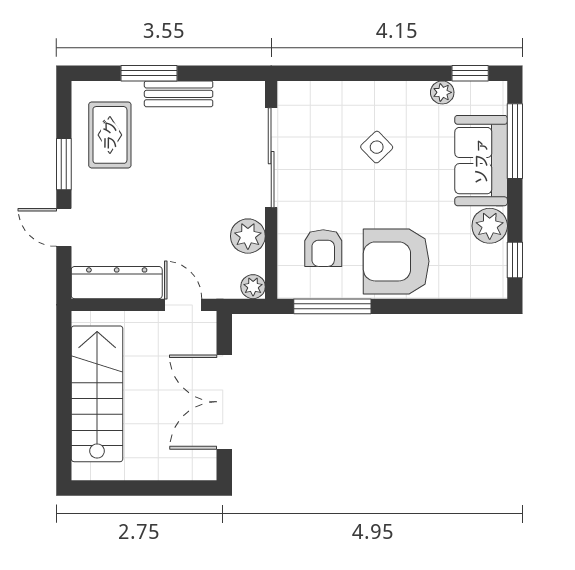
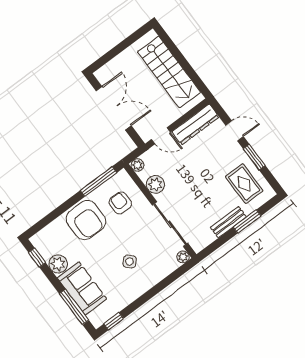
plant: (442, 92) -> (183, 257), moved
armchair: (396, 261) -> (86, 220), turned 90

